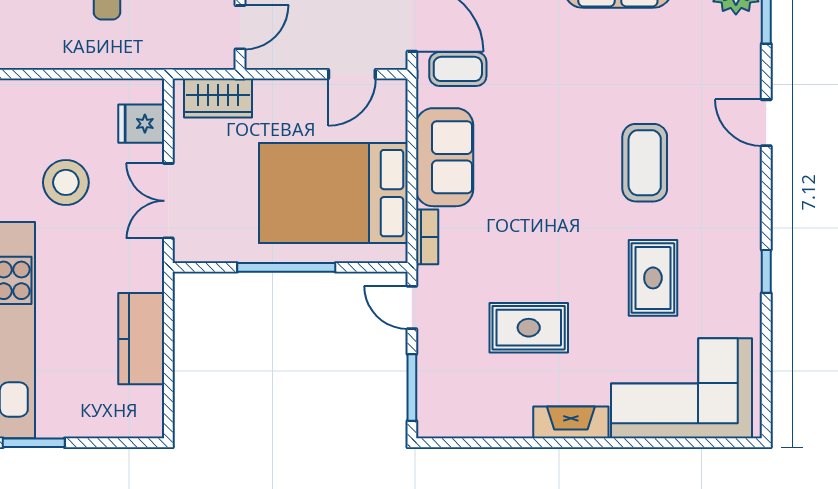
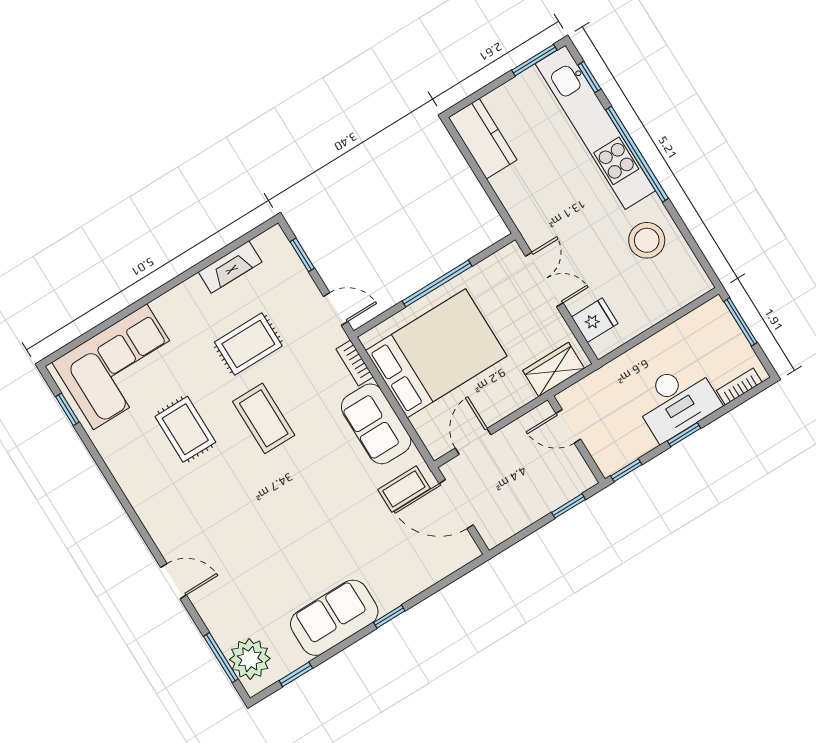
door: (240, 27) -> (568, 426), hinge flipped
coffee table: (645, 163) -> (264, 418), moved
stool: (66, 182) -> (647, 240), moved
window: (766, 271) -> (67, 409), moved
kitchen counter: (141, 339) -> (483, 139), moved
window: (412, 388) -> (302, 255), width x0.67
fireplace: (571, 422) -> (230, 267), moved

